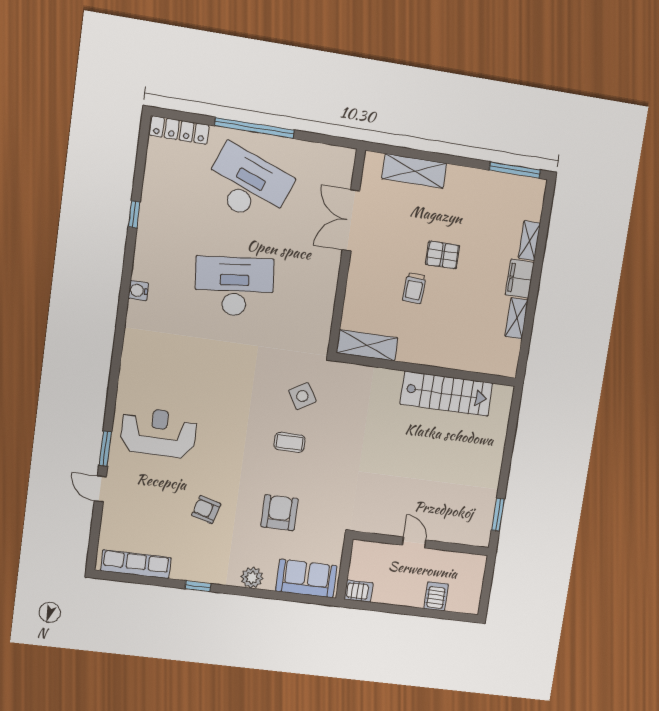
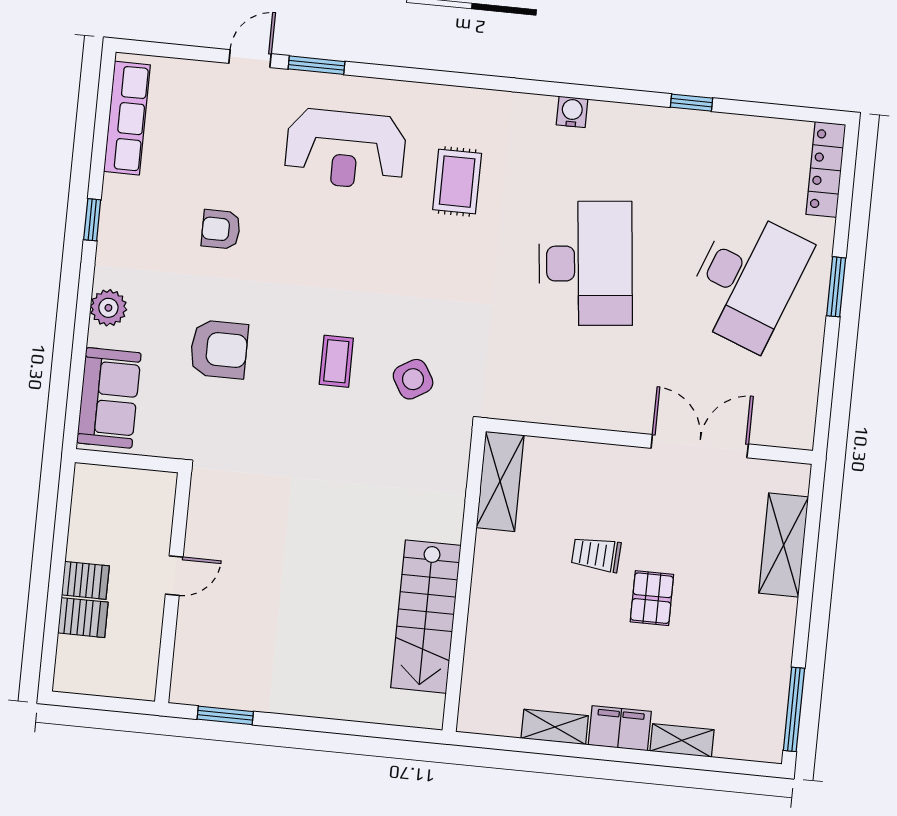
window: (254, 128) -> (836, 287), width x0.47
rug: (181, 364) -> (457, 182), added
reception desk: (159, 432) -> (345, 149), turned 90
armchair: (206, 510) -> (221, 229), turned -106
server rack: (359, 591) -> (85, 580), moved, turned -90

